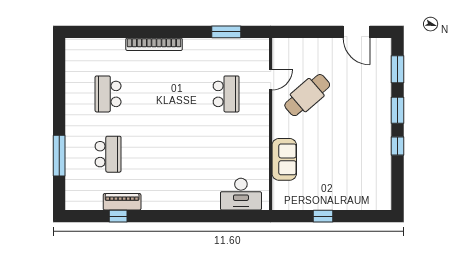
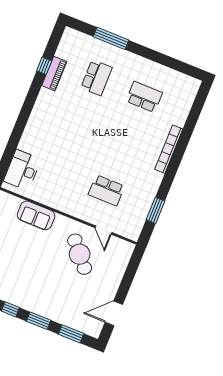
school desk: (108, 154) -> (97, 78), turned -90

